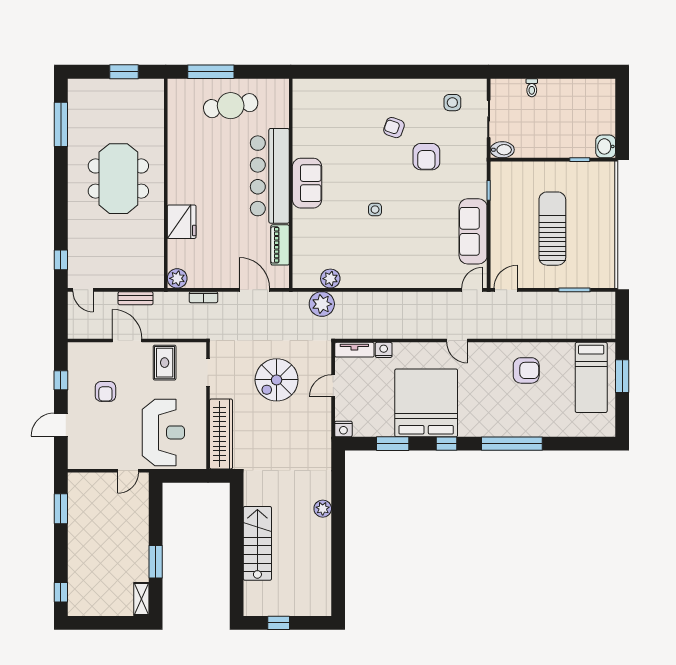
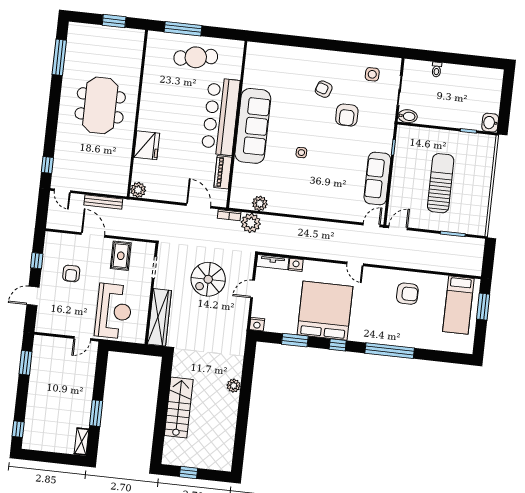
sofa: (307, 183) -> (253, 126), width x1.85, depth x1.27
bookcase: (203, 297) -> (229, 215), moved
bench: (136, 298) -> (103, 202), width x1.36

